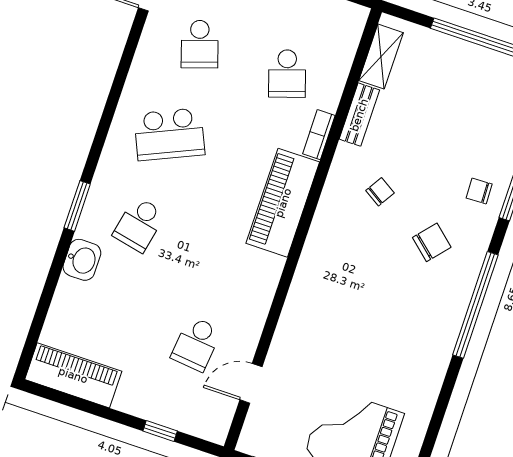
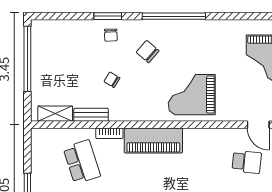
school desk: (287, 74) -> (82, 162), width x1.85
chair: (380, 192) -> (112, 80), moved
grand piano: (337, 291) -> (192, 95), added

